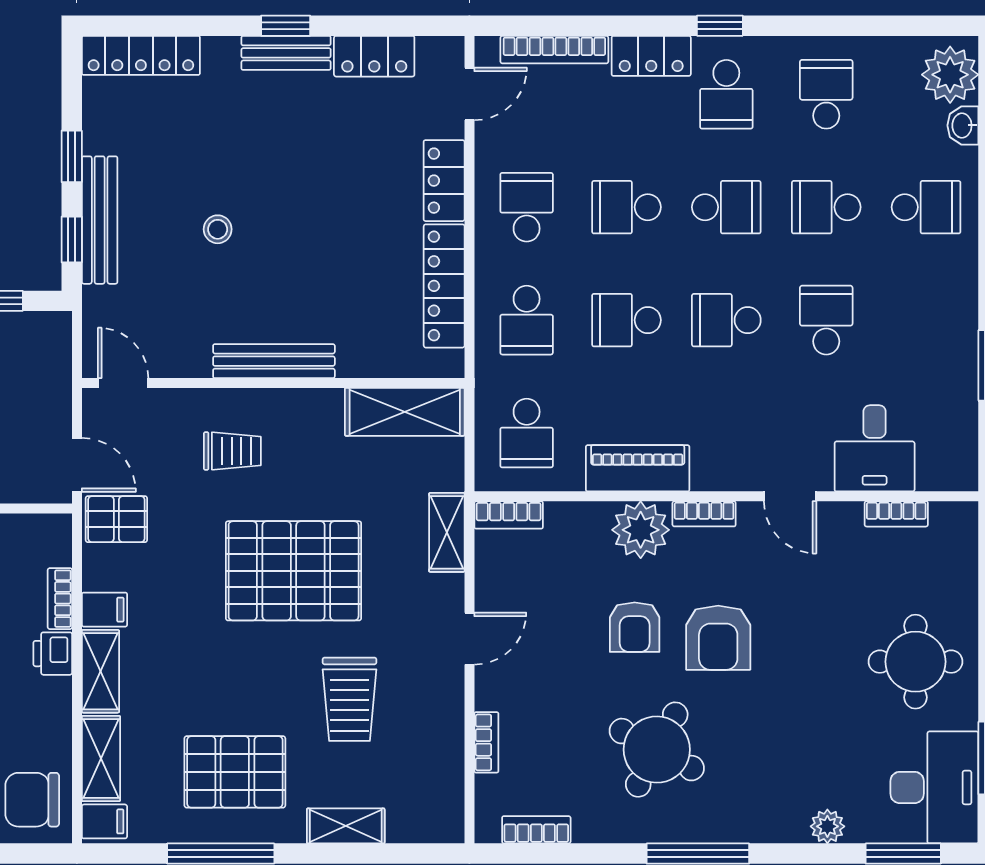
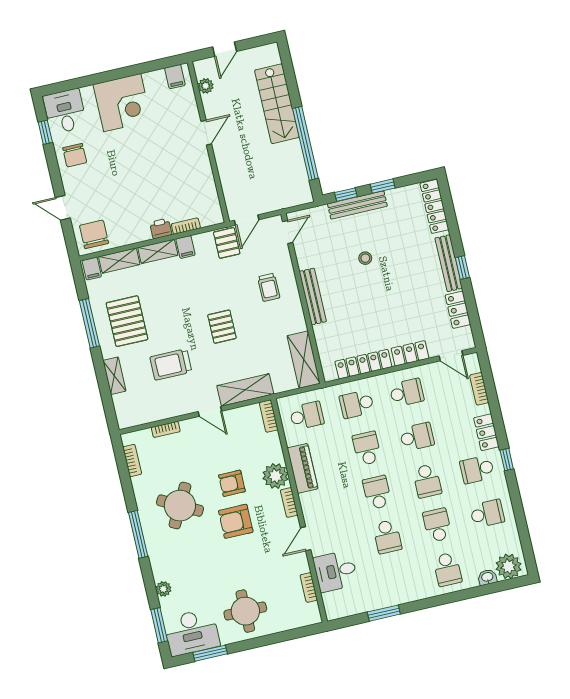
bookcase: (554, 50) -> (479, 389), width x0.64
bench: (286, 53) -> (449, 263), width x1.36
school desk: (626, 207) -> (417, 437), turned 90
school desk: (826, 320) -> (387, 537), turned 90
school desk: (527, 433) -> (307, 416), turned 180
shelving: (447, 532) -> (245, 390), width x1.50, depth x1.33
pallet: (294, 571) -> (222, 327), width x0.49, depth x0.50

